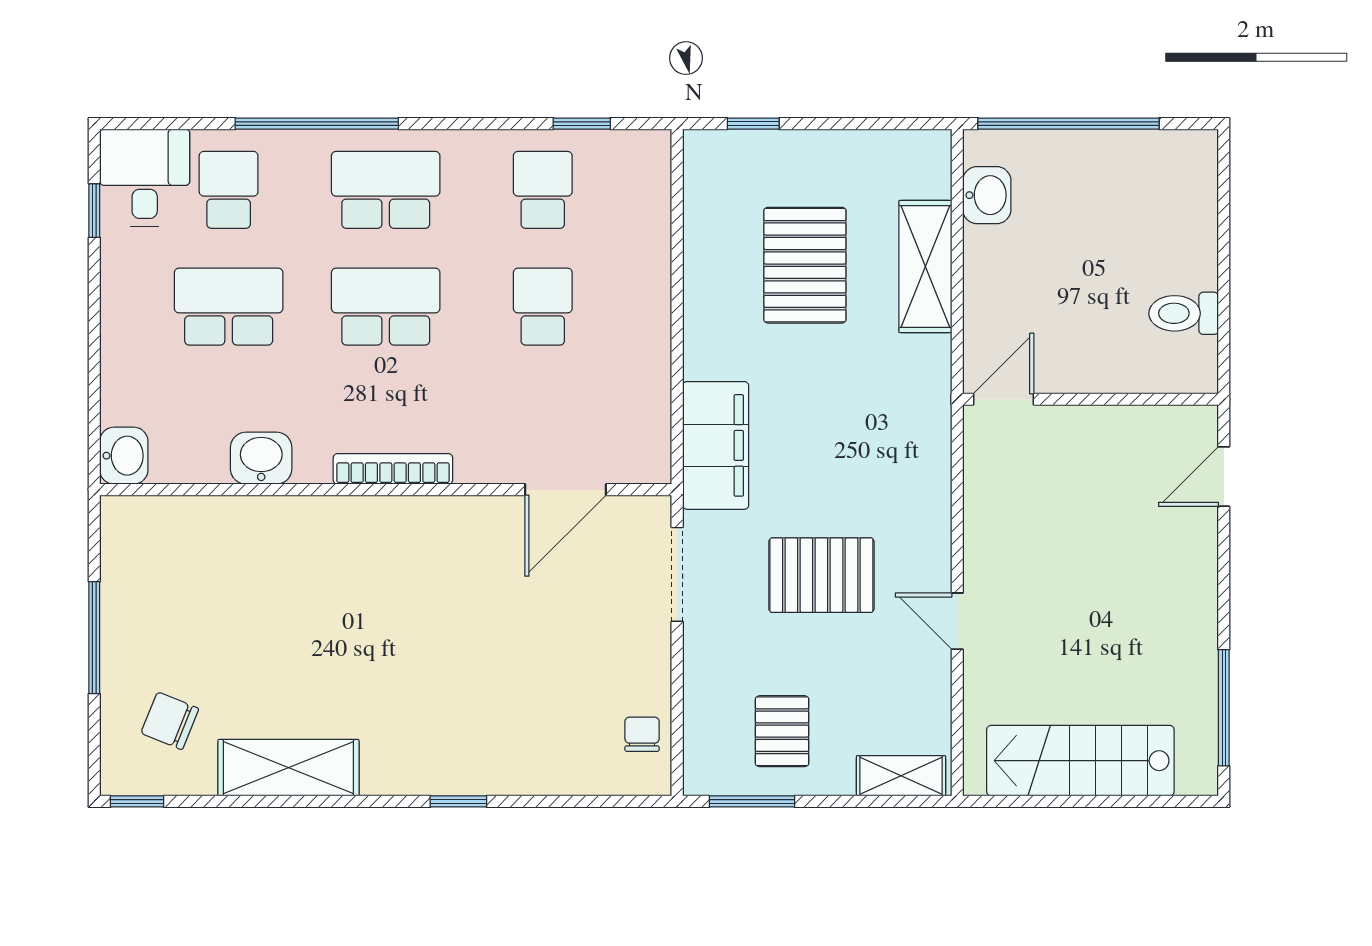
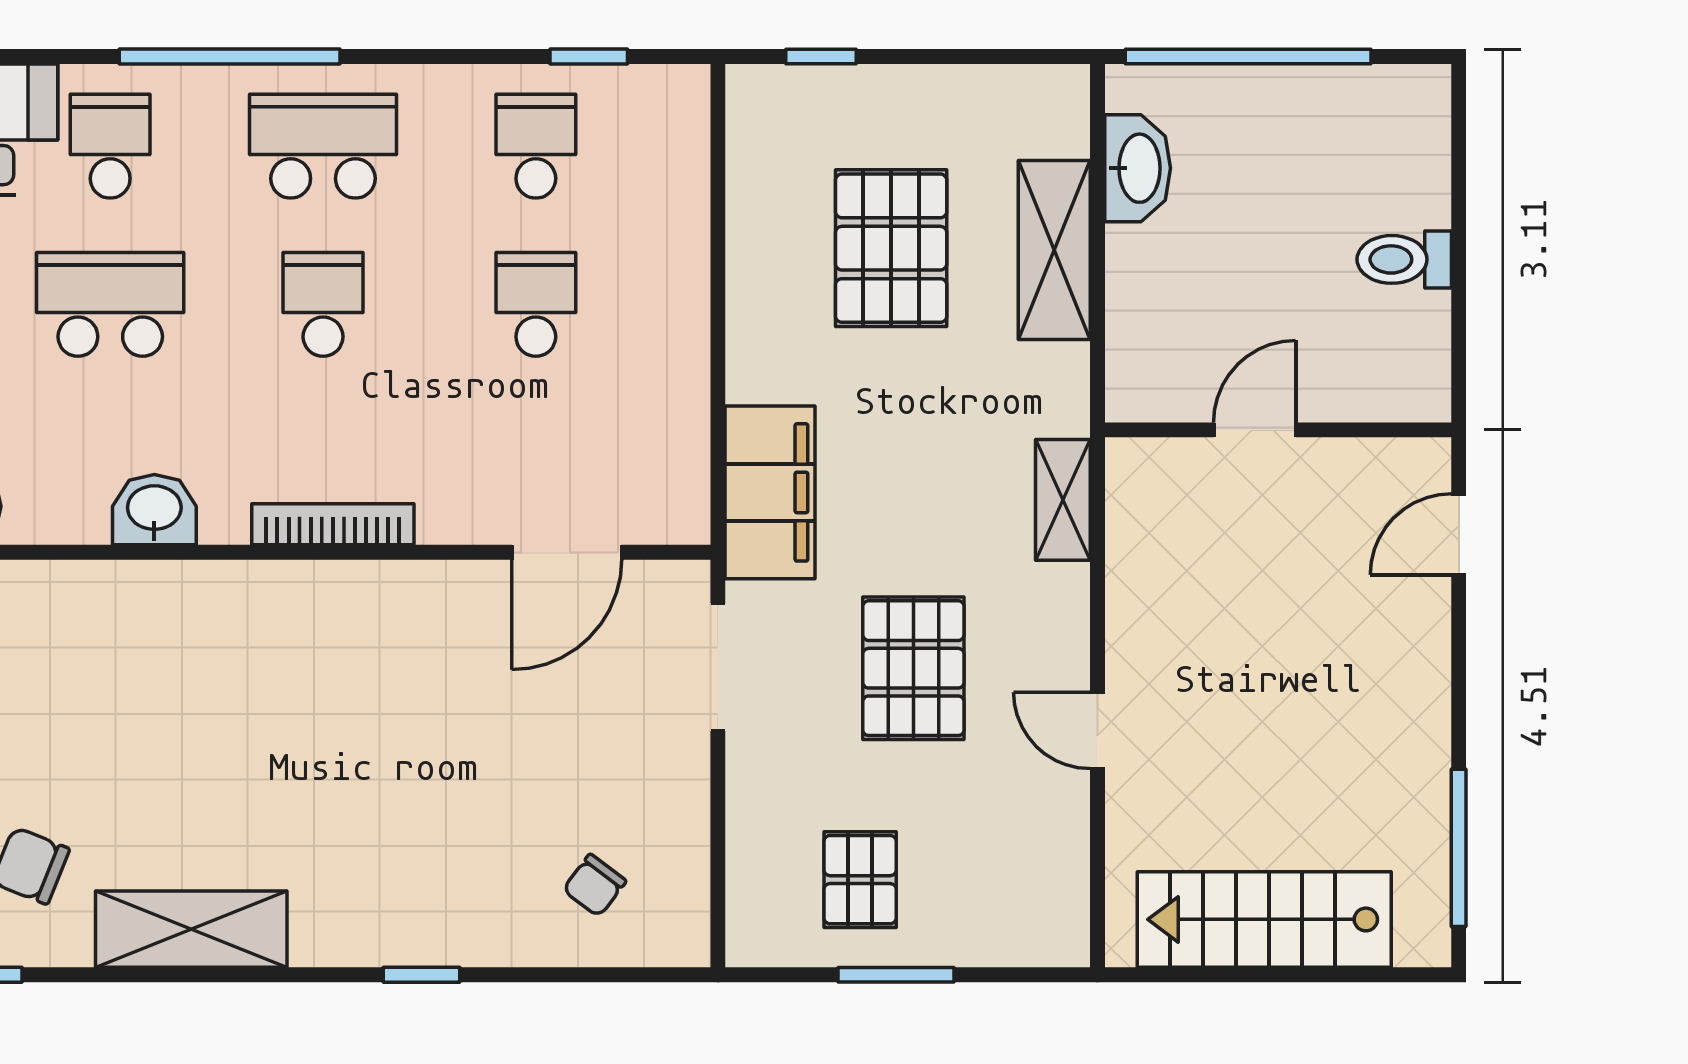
washbasin: (987, 195) -> (1138, 168), width x1.38
school desk: (386, 307) -> (323, 304), width x0.54
toilet: (1184, 313) -> (1404, 259), moved
door: (1004, 399) -> (1255, 430), moved
pallet: (821, 575) -> (913, 668), turned 90
chair: (642, 734) -> (594, 885), moved, turned -143
shelving: (901, 776) -> (1063, 500), moved, turned 90
window: (752, 801) -> (896, 975), moved

